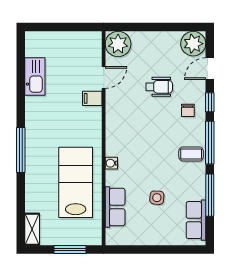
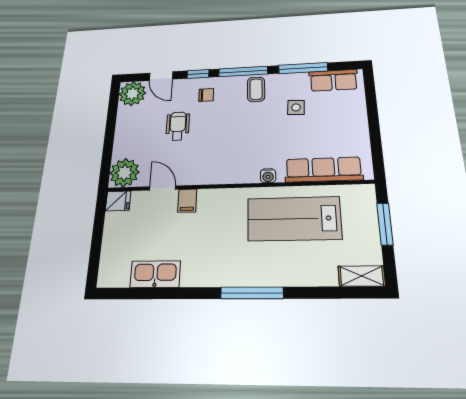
fridge: (94, 41) -> (118, 201), added
side table: (157, 198) -> (296, 107), moved
row of seats: (115, 207) -> (323, 170), width x1.48

